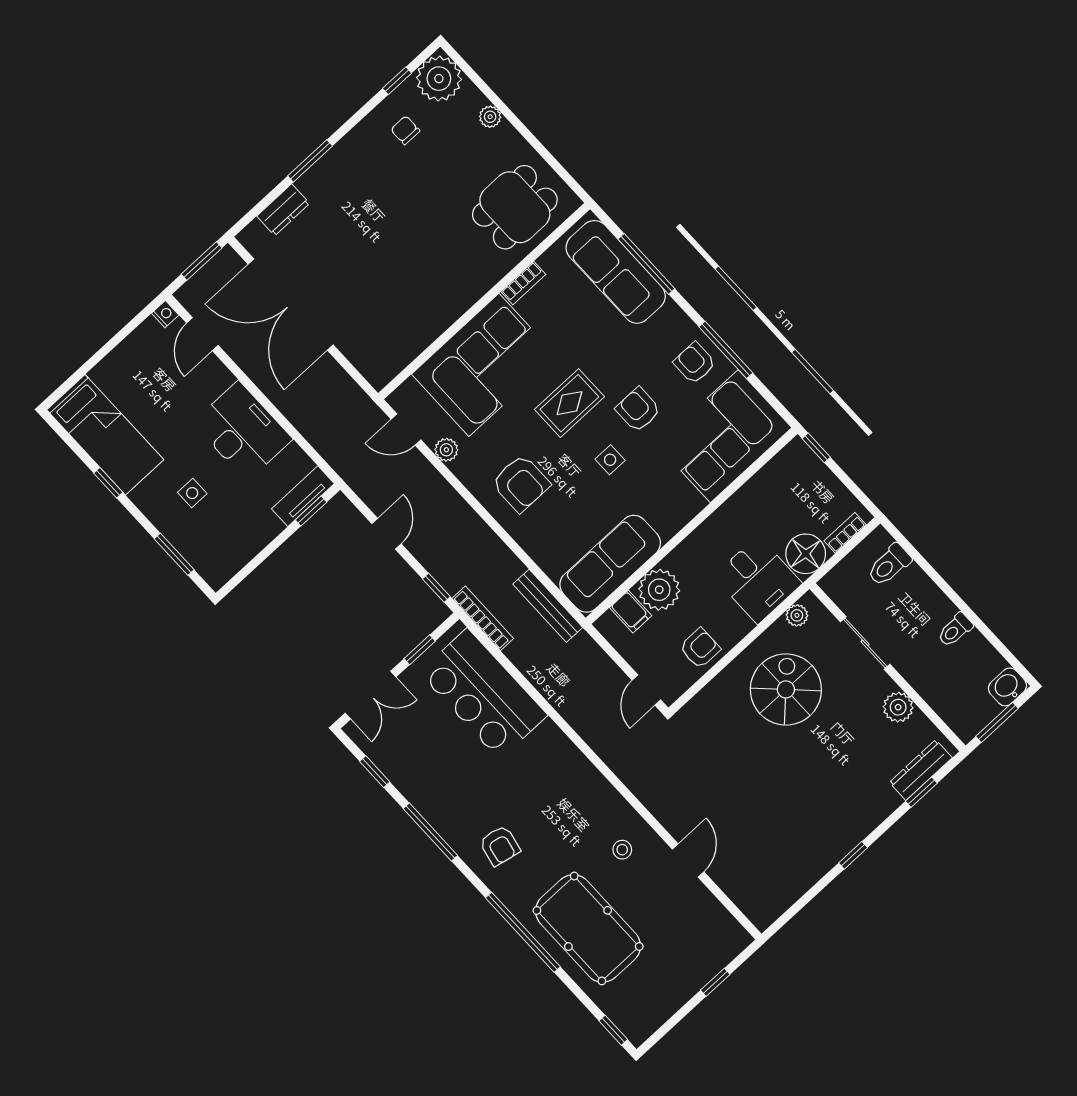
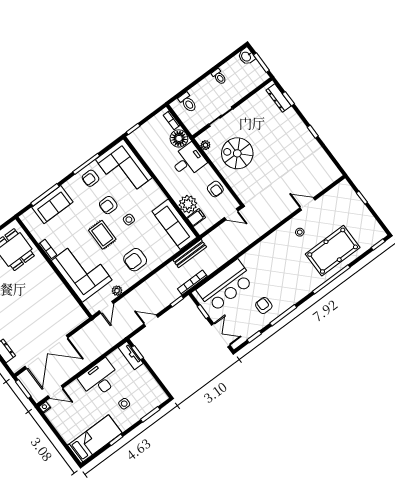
sofa: (616, 272) -> (52, 205), width x0.73
armchair: (521, 483) -> (135, 260), turned 180
armchair: (700, 648) -> (215, 189), turned 180
plant: (898, 707) -> (250, 105), removed
armchair: (500, 846) -> (264, 305), moved, turned -102

